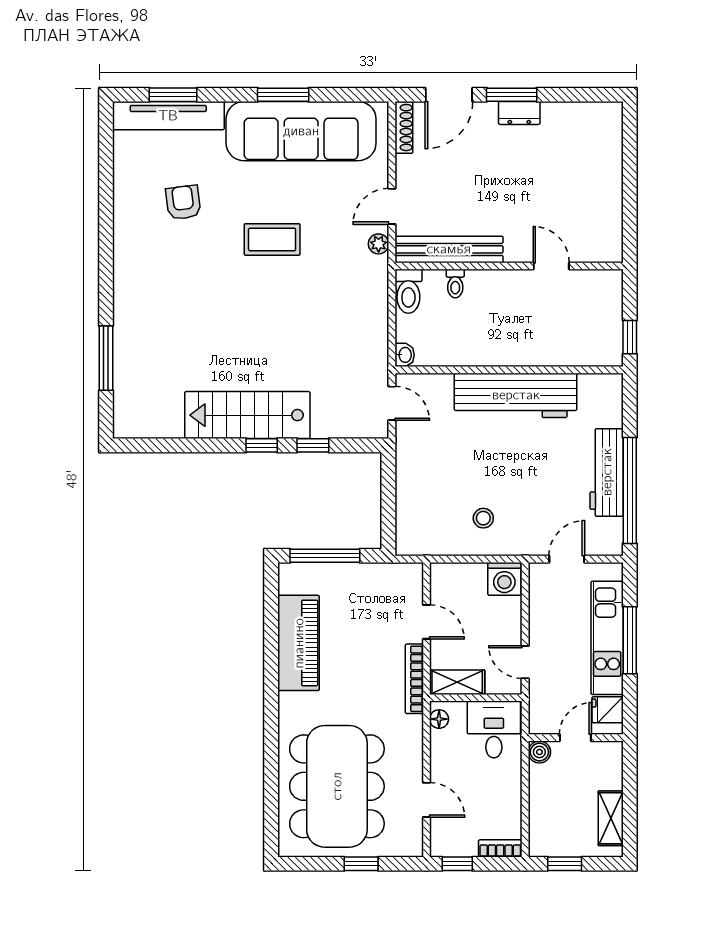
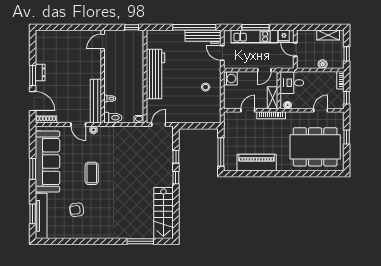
door: (551, 266) -> (103, 42), moved
stairs: (247, 415) -> (163, 213), moved
workbench: (607, 472) -> (203, 37), moved
boiler: (539, 752) -> (323, 64), moved

